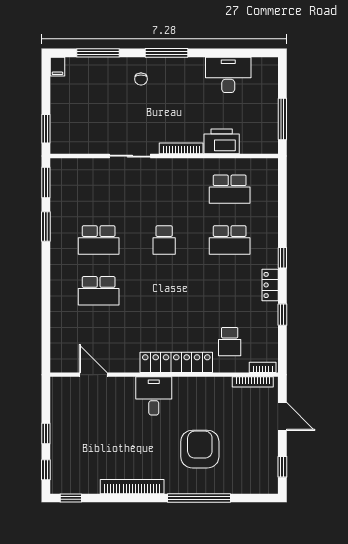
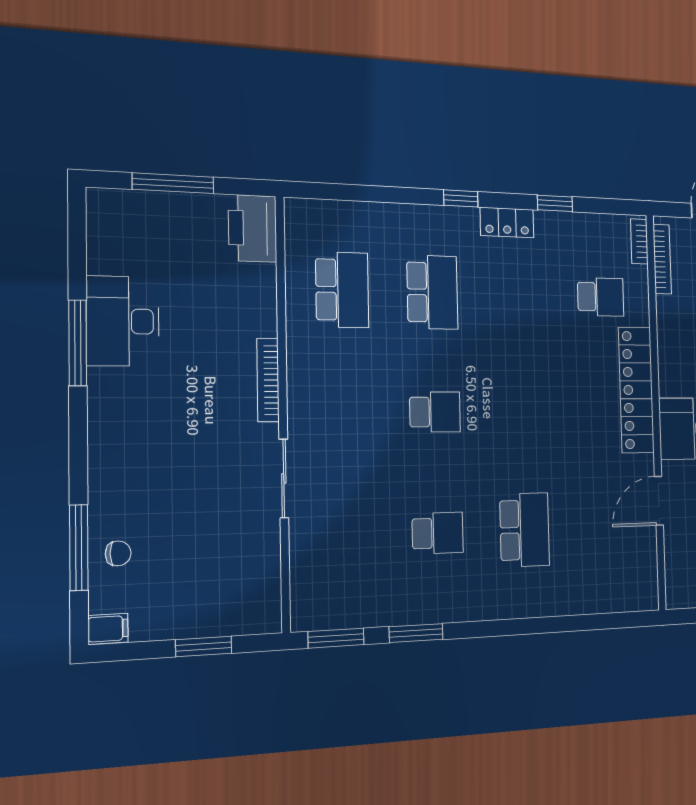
window: (166, 53) -> (78, 343), moved
desk: (228, 75) -> (123, 321), moved
chair: (141, 79) -> (118, 553), moved
window: (282, 119) -> (173, 183), moved
window: (46, 129) -> (204, 646), moved
printer: (222, 141) -> (253, 228), moved
school desk: (99, 240) -> (438, 533), width x0.54
door: (93, 375) -> (659, 501), moved

